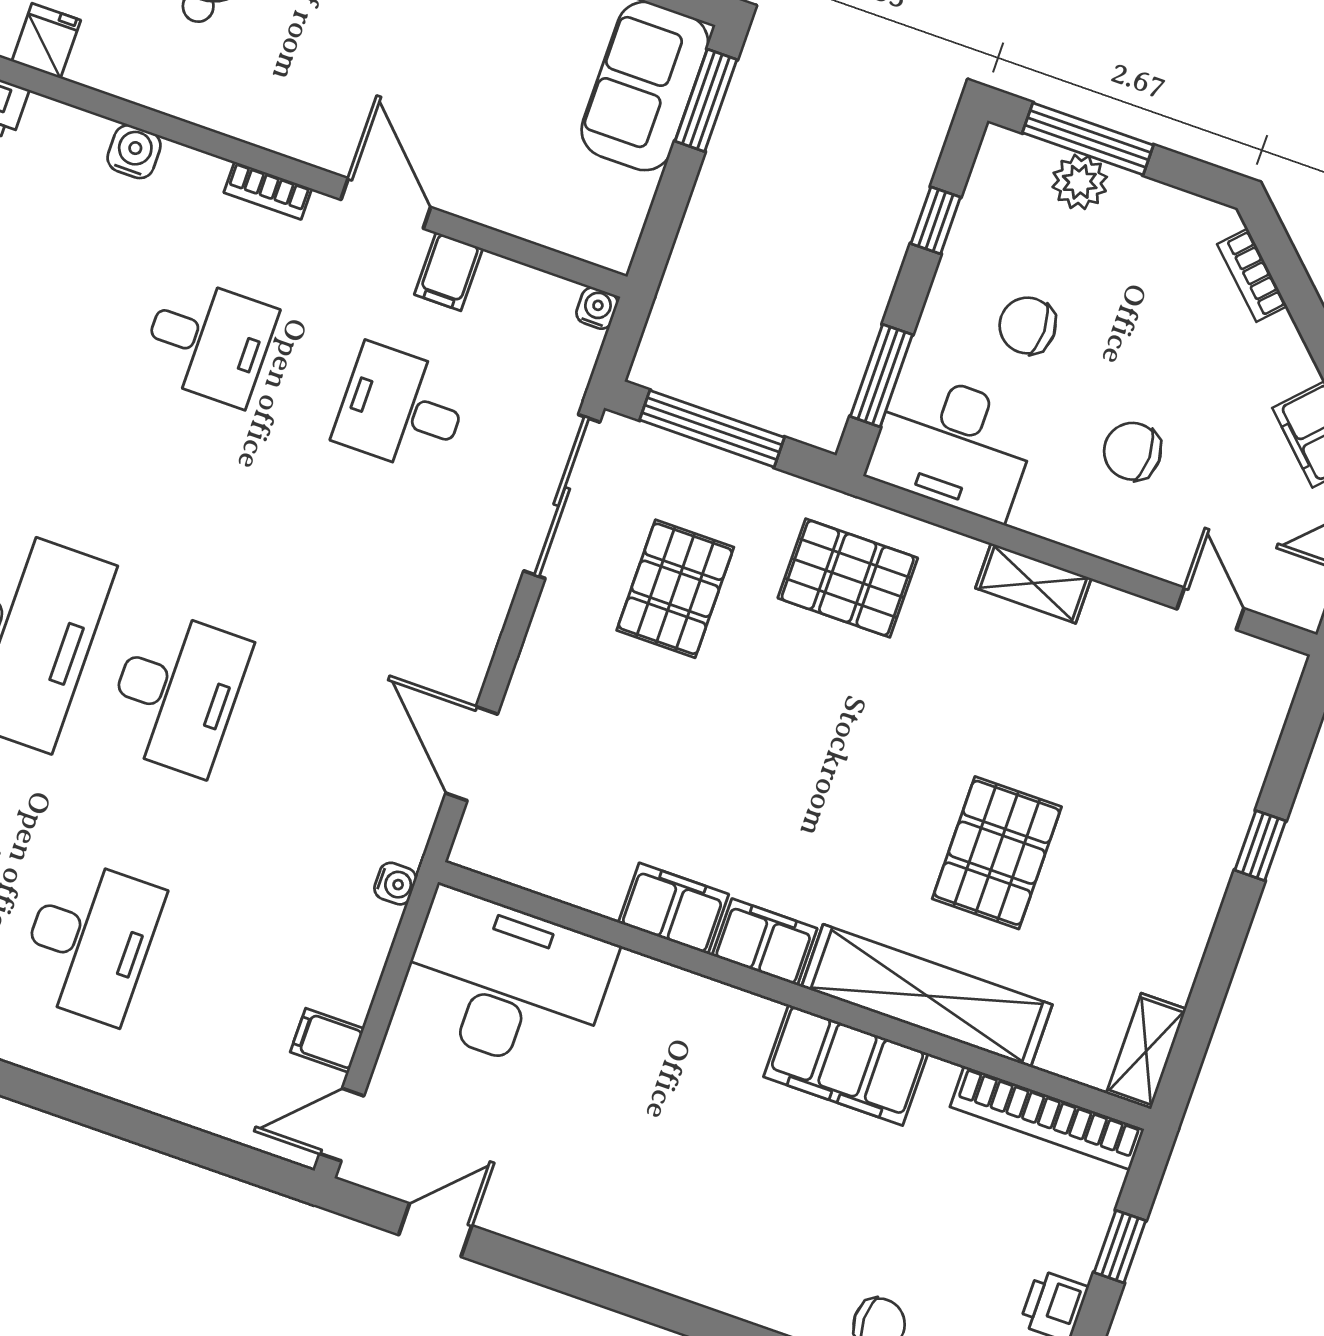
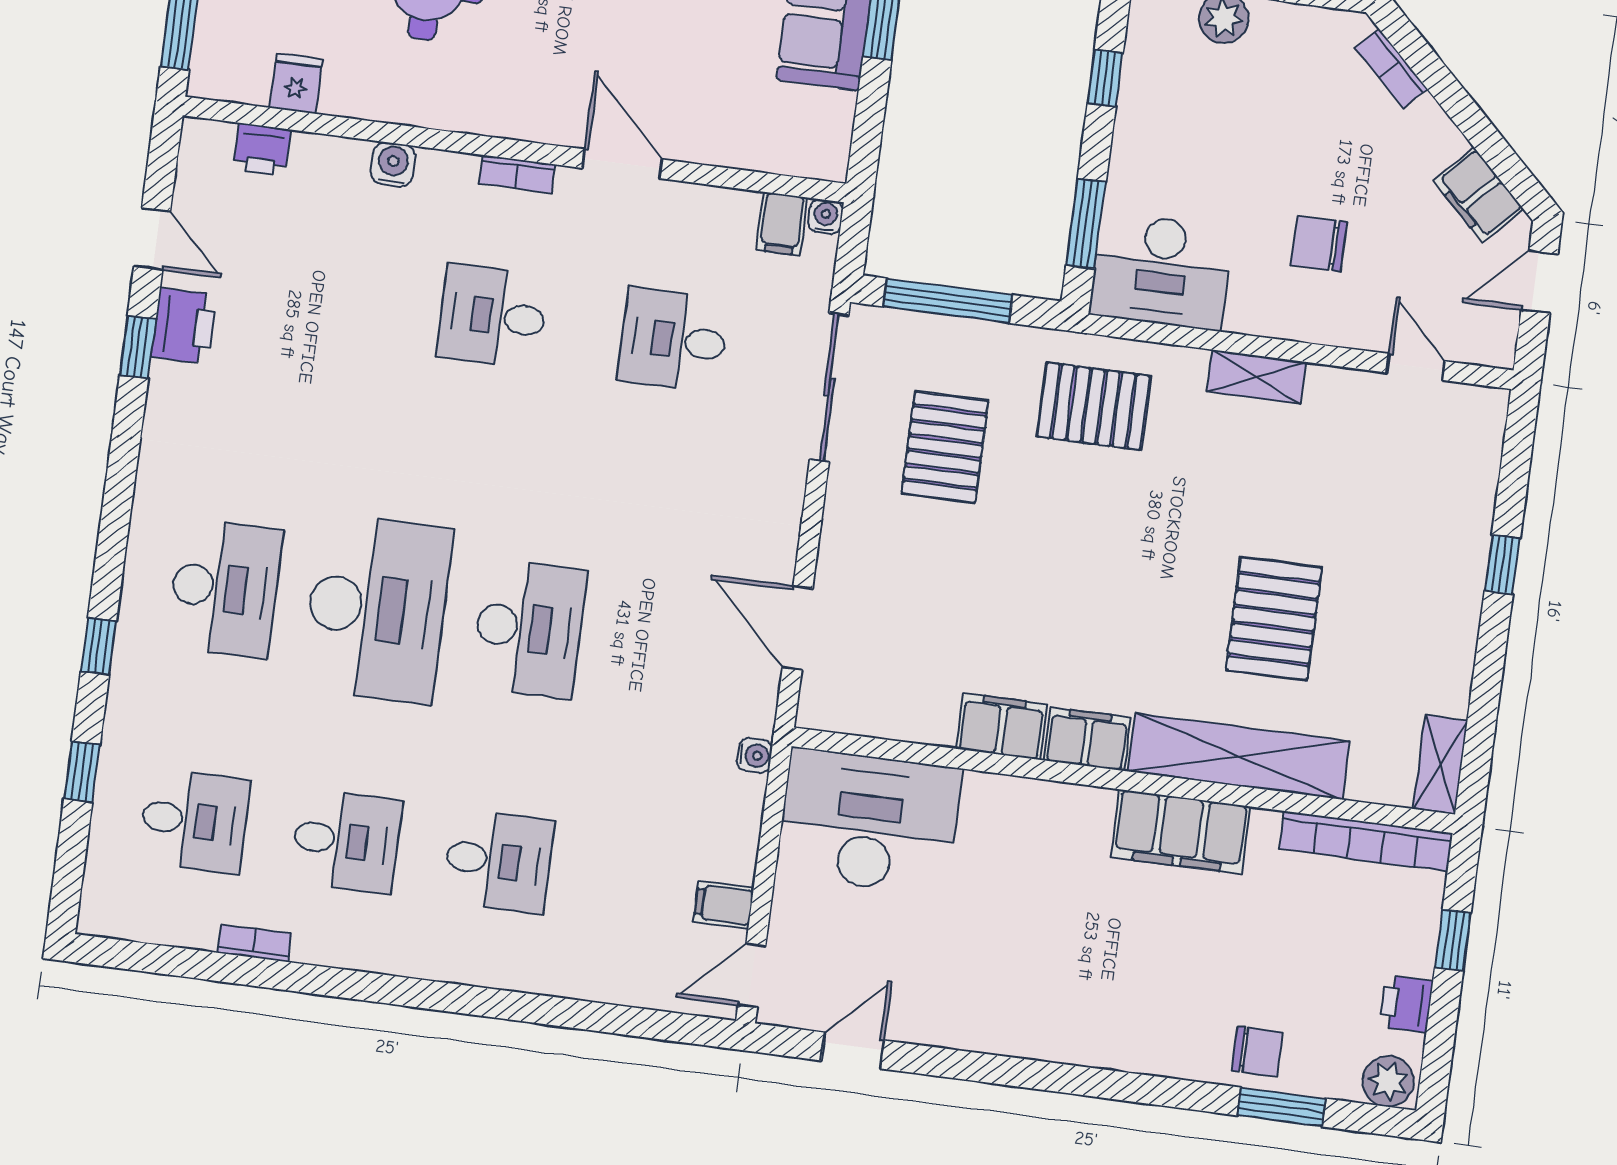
filing cabinet: (448, 272) -> (782, 224), moved
chair: (1028, 326) -> (1204, 153), removed
desk: (209, 341) -> (493, 316), turned 180
desk: (90, 941) -> (498, 861), width x0.73

